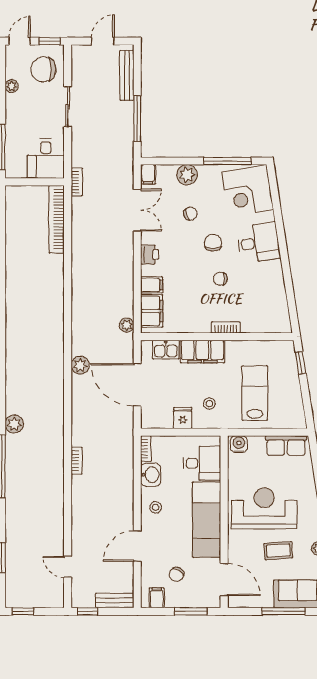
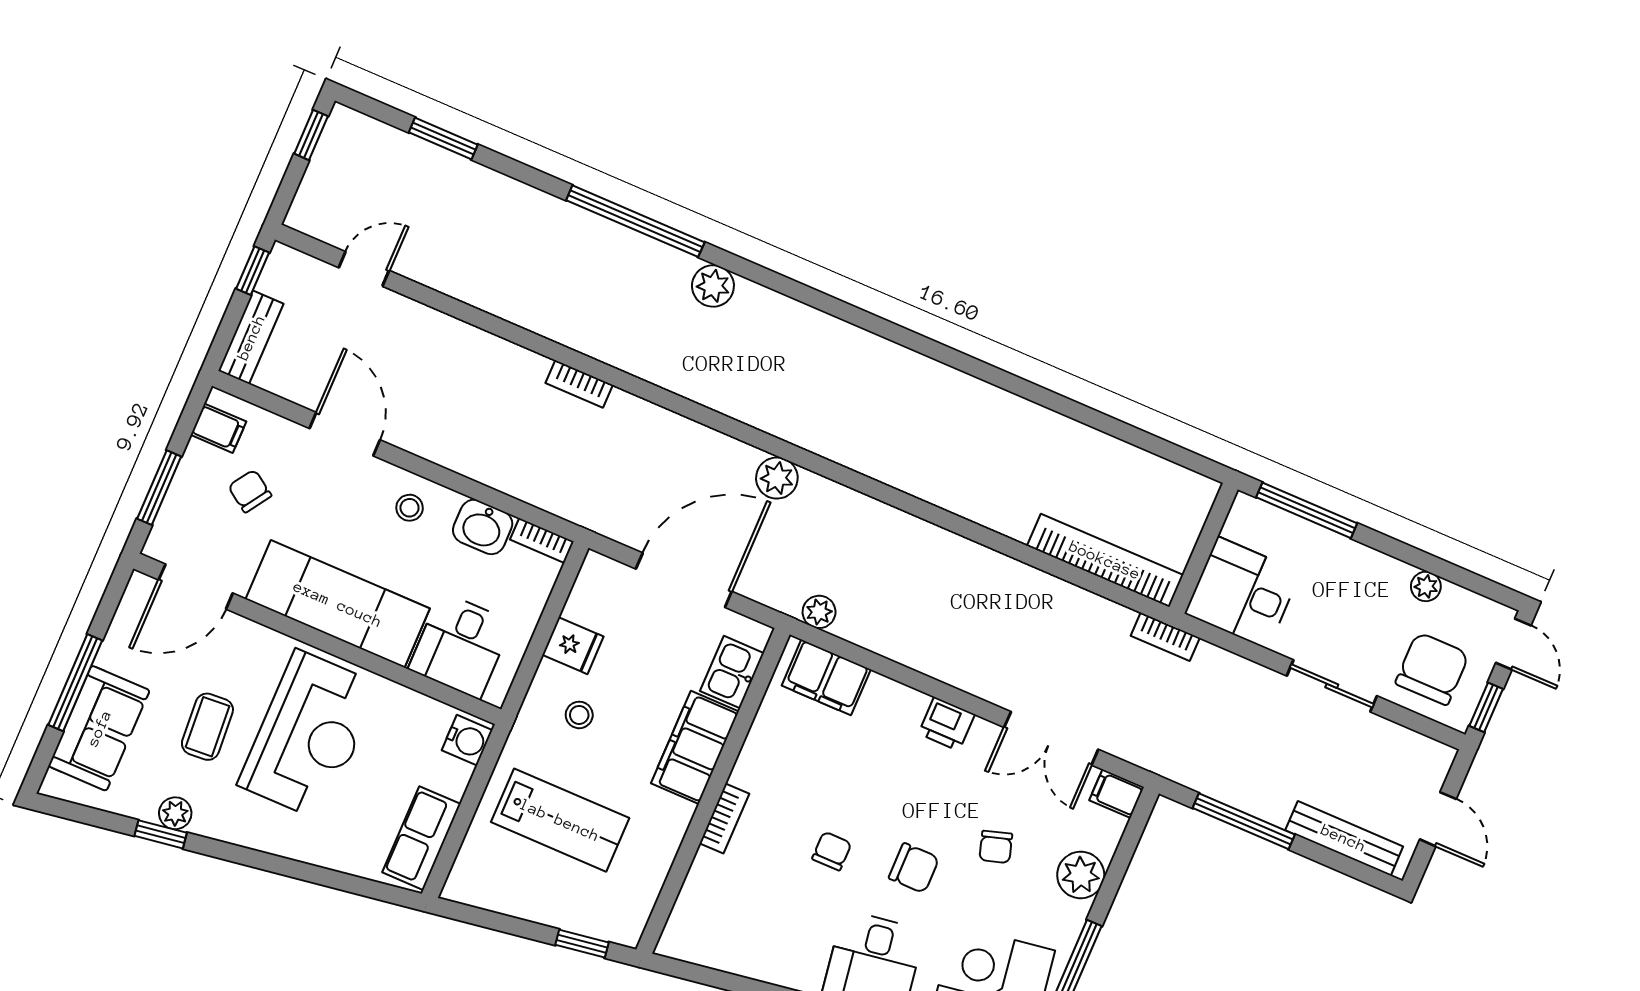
filing cabinet: (152, 285) -> (881, 701), removed

